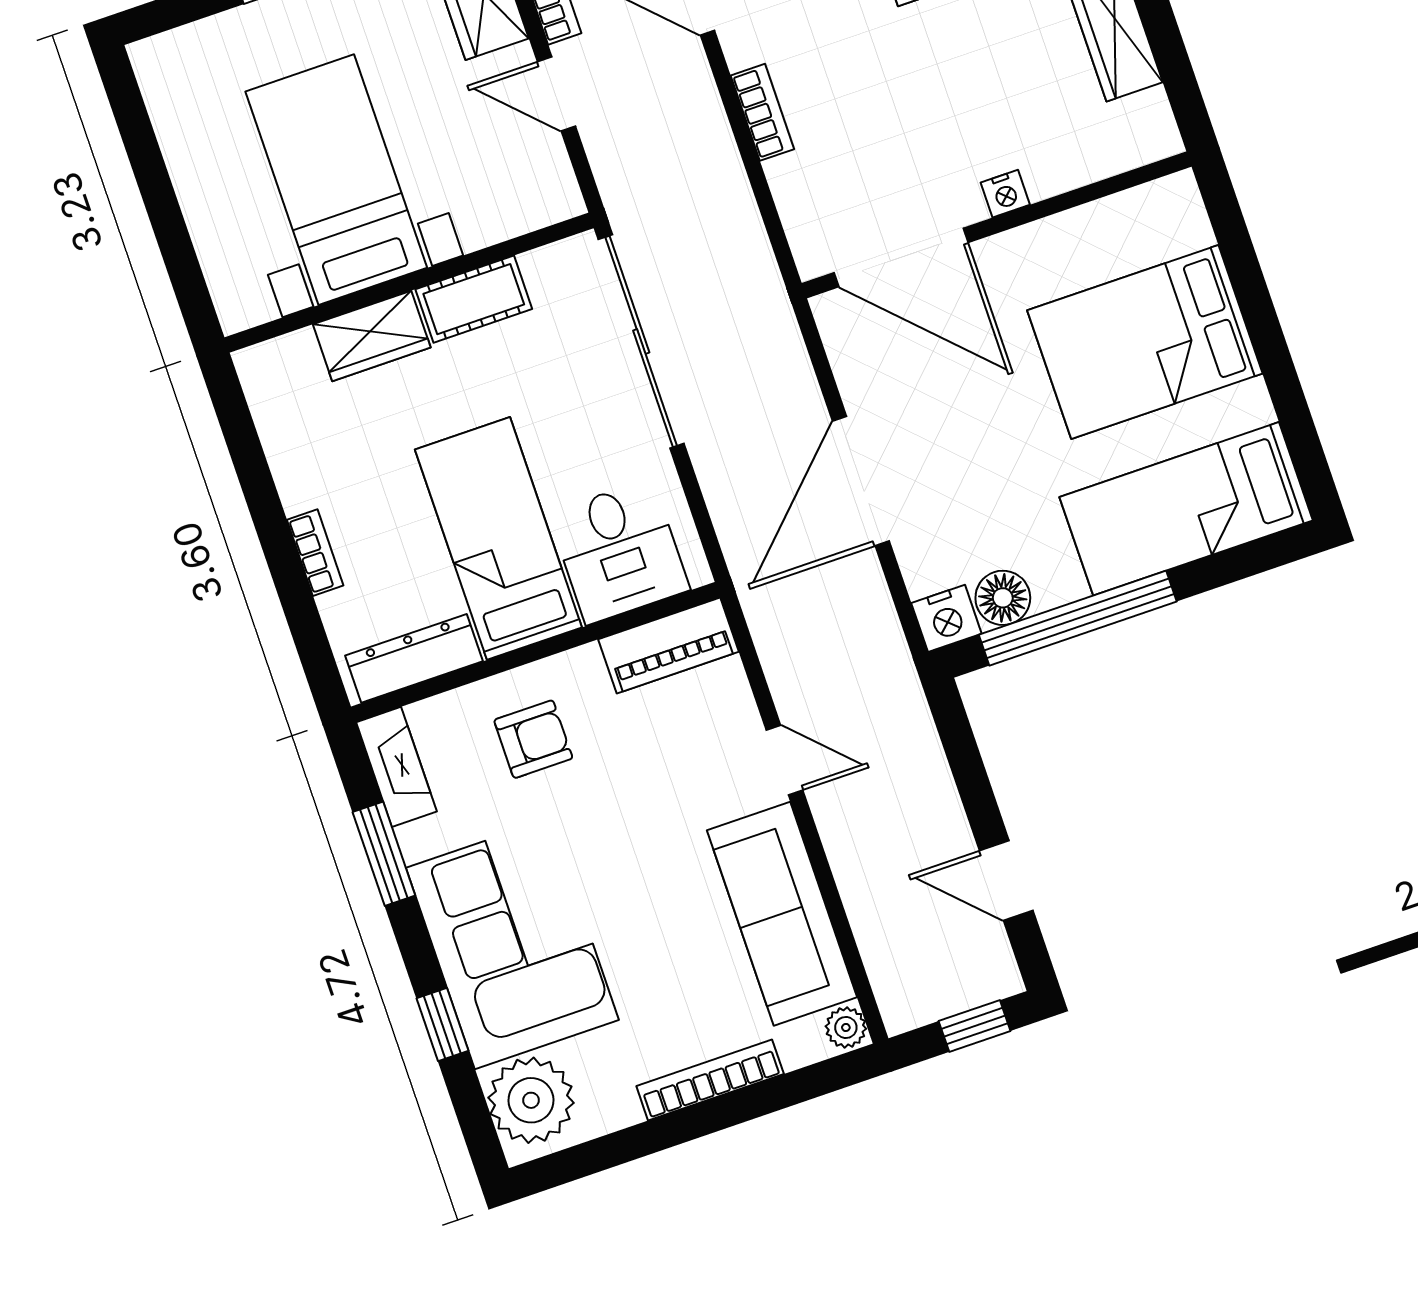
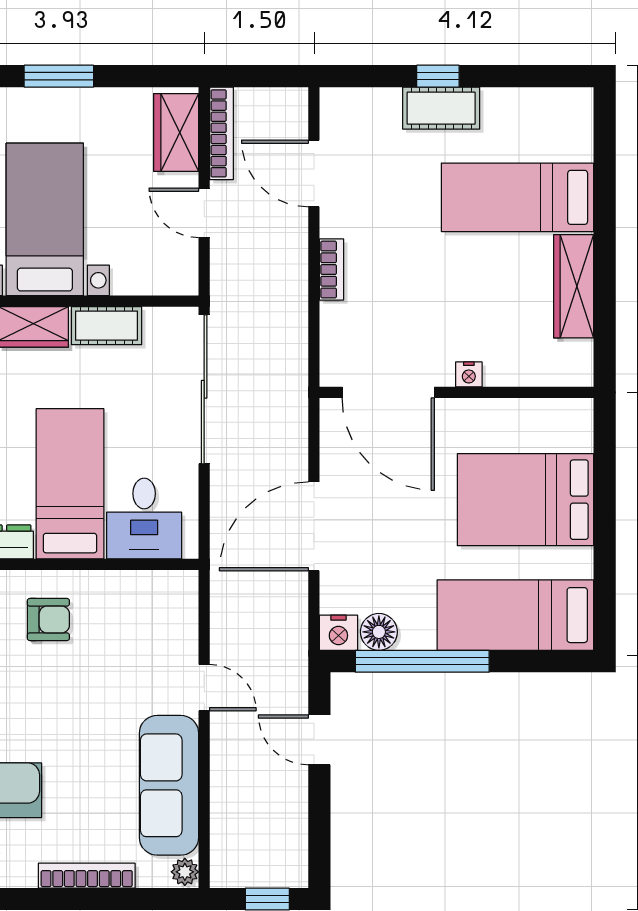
piano: (669, 646) -> (155, 589), removed
door: (1006, 881) -> (319, 740), moved

